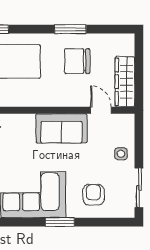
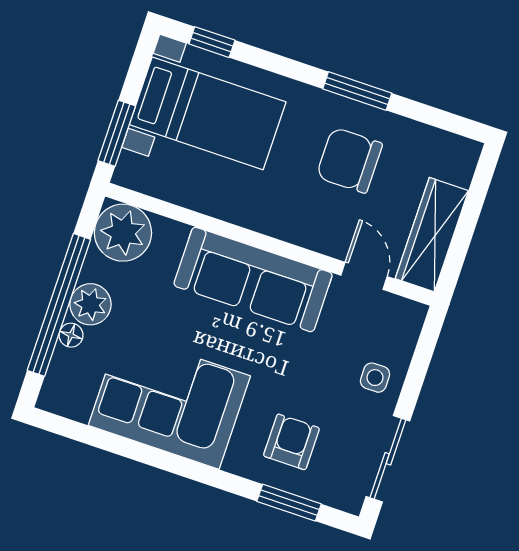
sofa: (61, 128) -> (253, 279), width x1.36
window: (60, 222) -> (289, 503), moved

